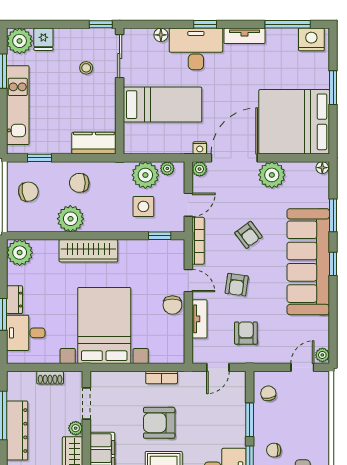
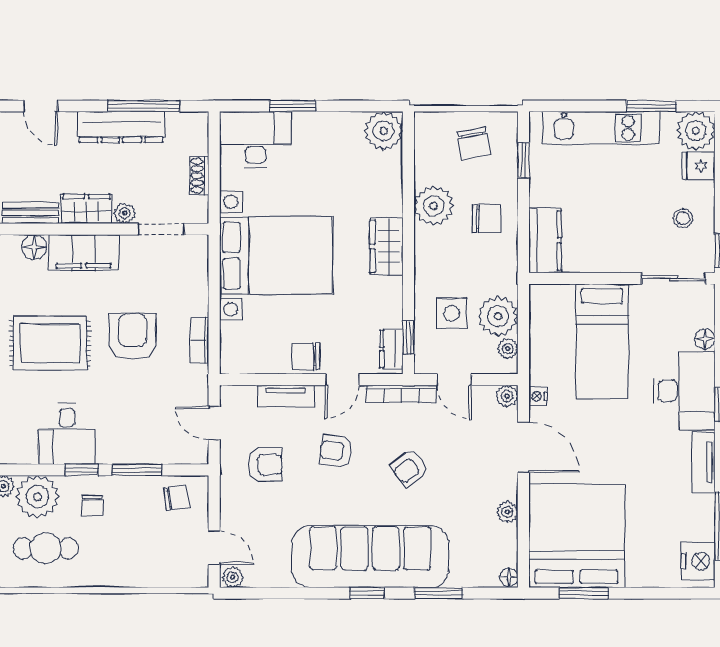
stool: (86, 68) -> (683, 218), moved
window: (333, 88) -> (584, 593), moved
door: (234, 158) -> (523, 447), width x0.73
plant: (272, 175) -> (507, 512), width x0.53, depth x0.53
chair: (79, 183) -> (486, 219), turned 90
wardrobe: (88, 251) -> (386, 247), width x0.67
dresser: (14, 300) -> (391, 349), moved, turned 90
desk: (26, 333) -> (256, 140), width x1.37
chair: (274, 450) -> (92, 506), turned 180

